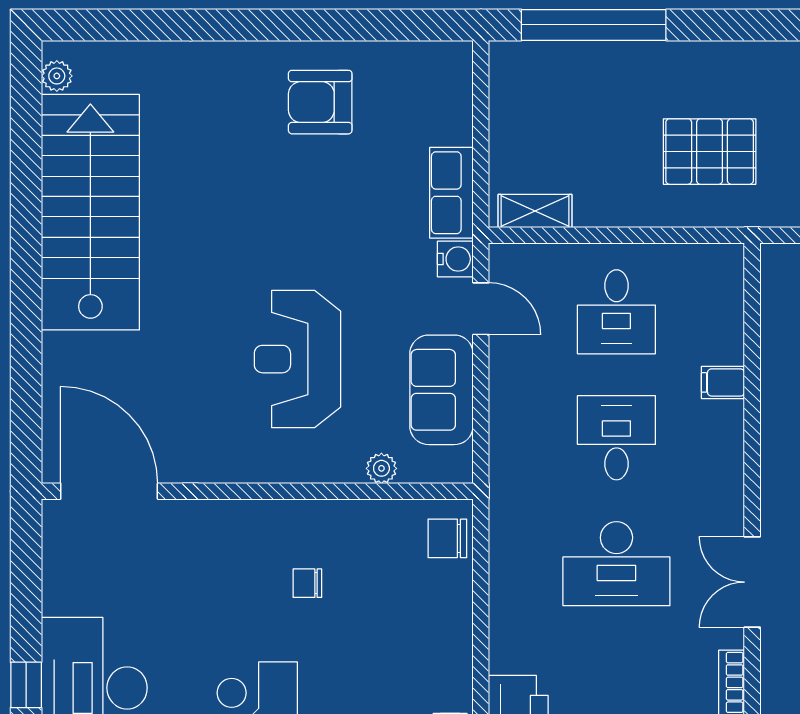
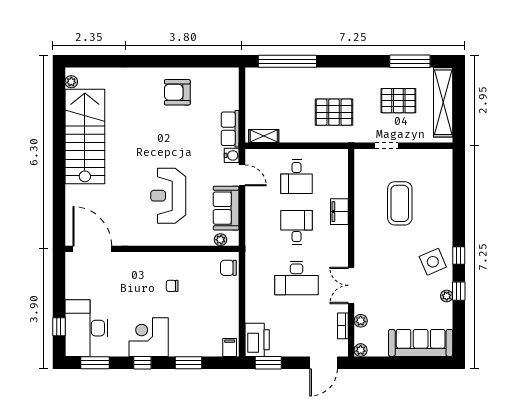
filing cabinet: (723, 382) -> (339, 212), width x2.00
plant: (381, 468) -> (220, 240), moved
plant: (776, 670) -> (361, 321), added

